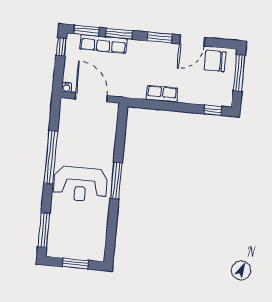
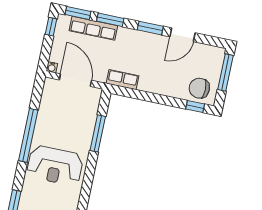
chair: (215, 61) -> (199, 88), moved
row of seats: (162, 94) -> (123, 80), moved
window: (116, 181) -> (98, 133), moved

